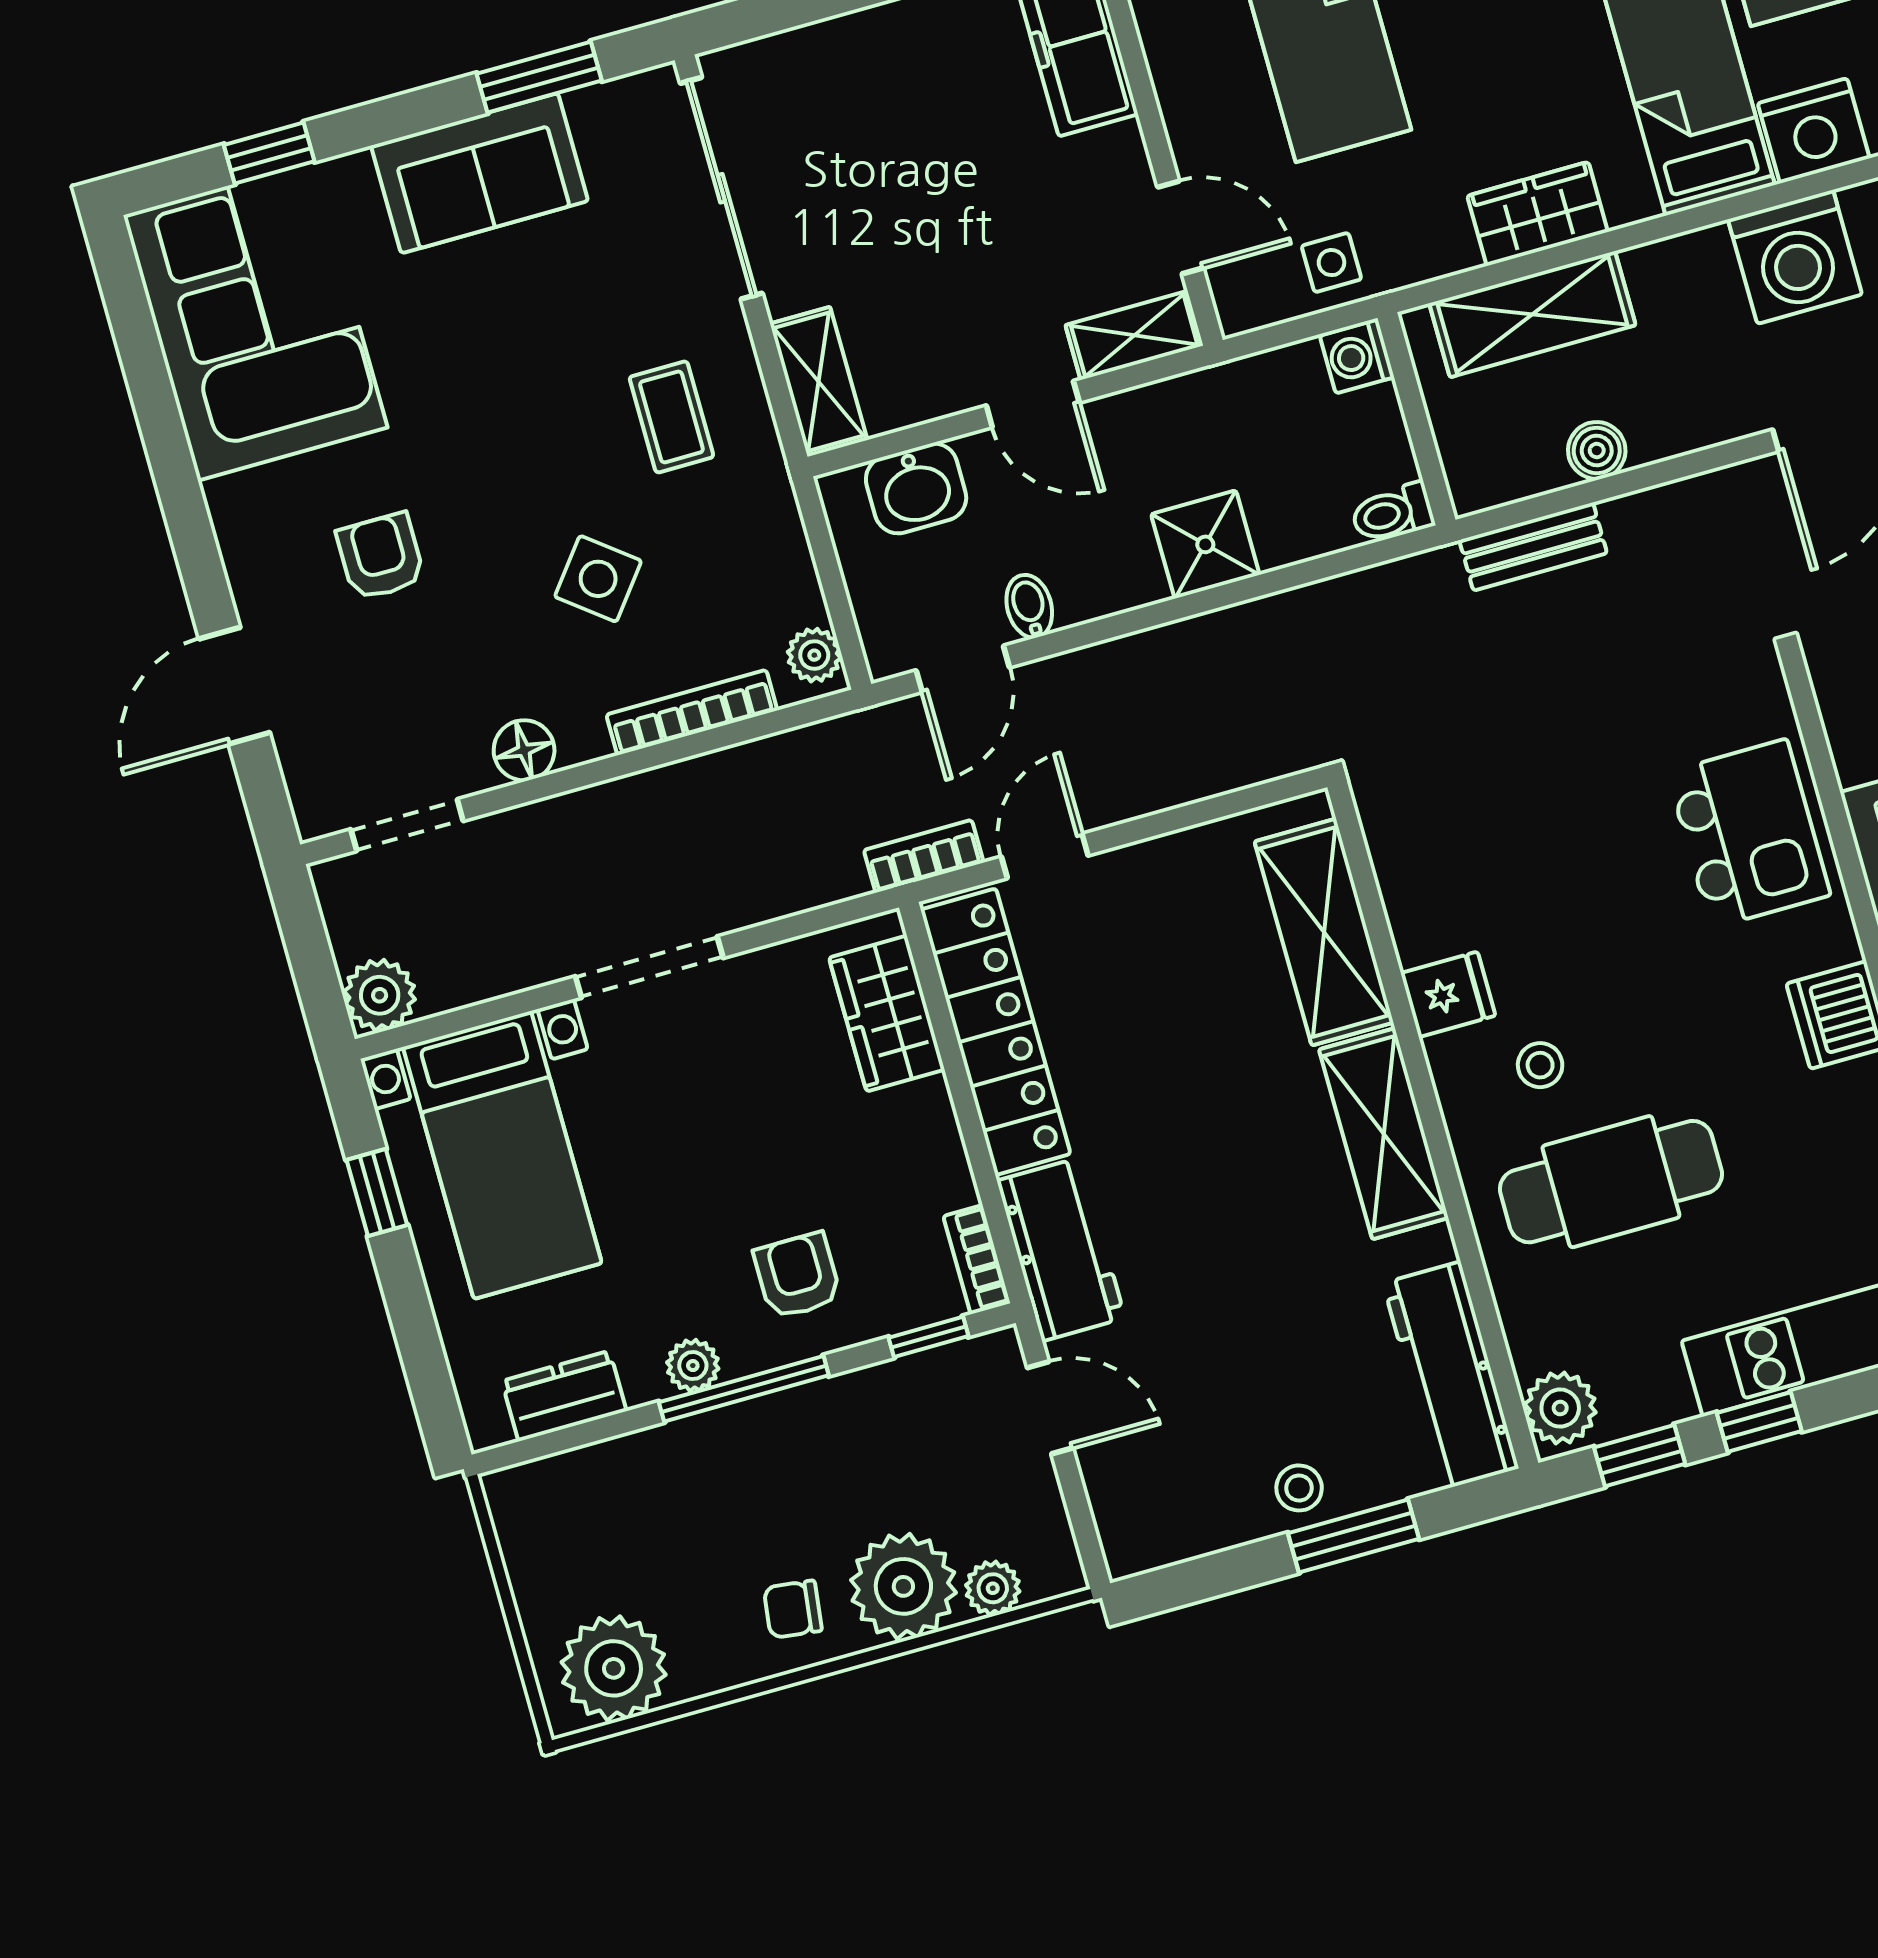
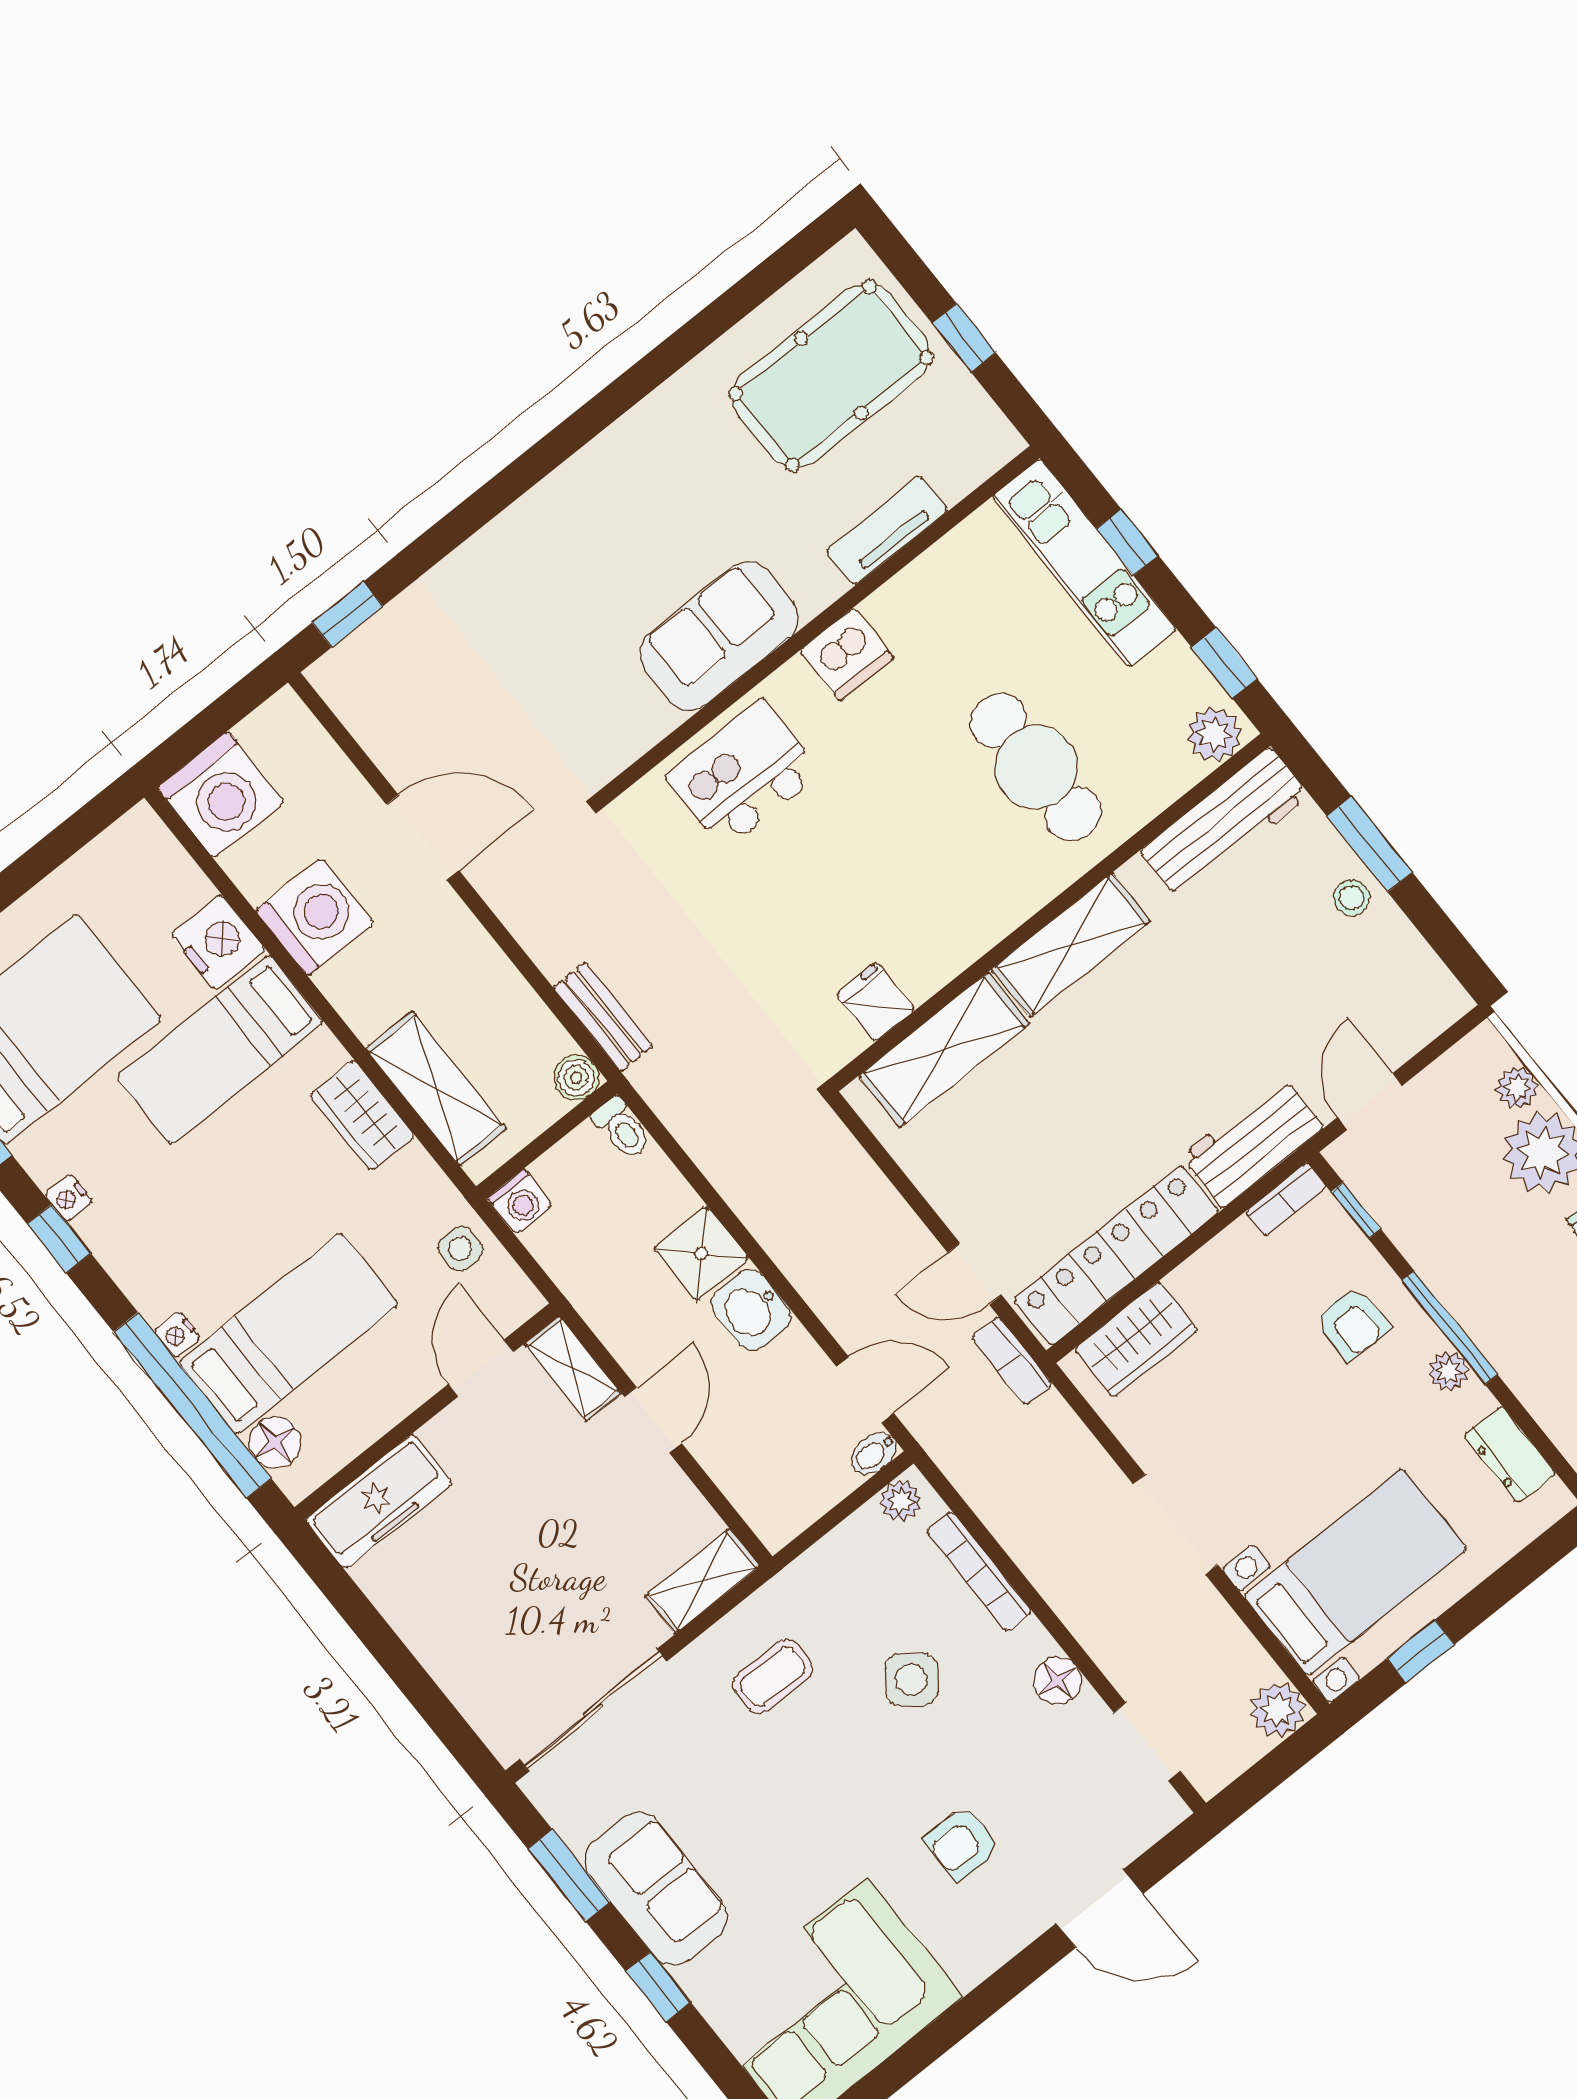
window: (269, 153) -> (658, 1987), moved
boiler: (1597, 450) -> (576, 1078), moved
washbasin: (916, 488) -> (751, 1310), moved, turned 180
bidet: (1029, 606) -> (874, 1453), moved
fridge: (1448, 994) -> (875, 1002), moved
stool: (1540, 1065) -> (974, 854), removed
armchair: (797, 1276) -> (1352, 1324), turned -90
window: (1759, 1422) -> (1127, 542), moved

